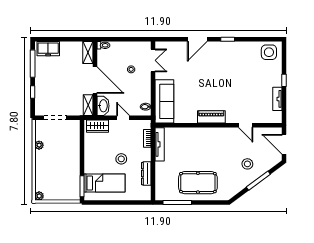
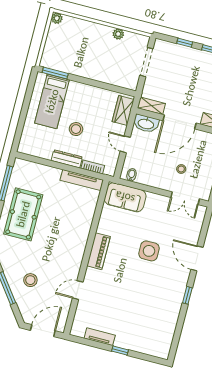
side table: (269, 52) -> (149, 251), moved
sofa: (164, 101) -> (125, 197), width x0.73
door: (123, 118) -> (125, 144), swing flipped
dresser: (146, 174) -> (67, 159), moved

